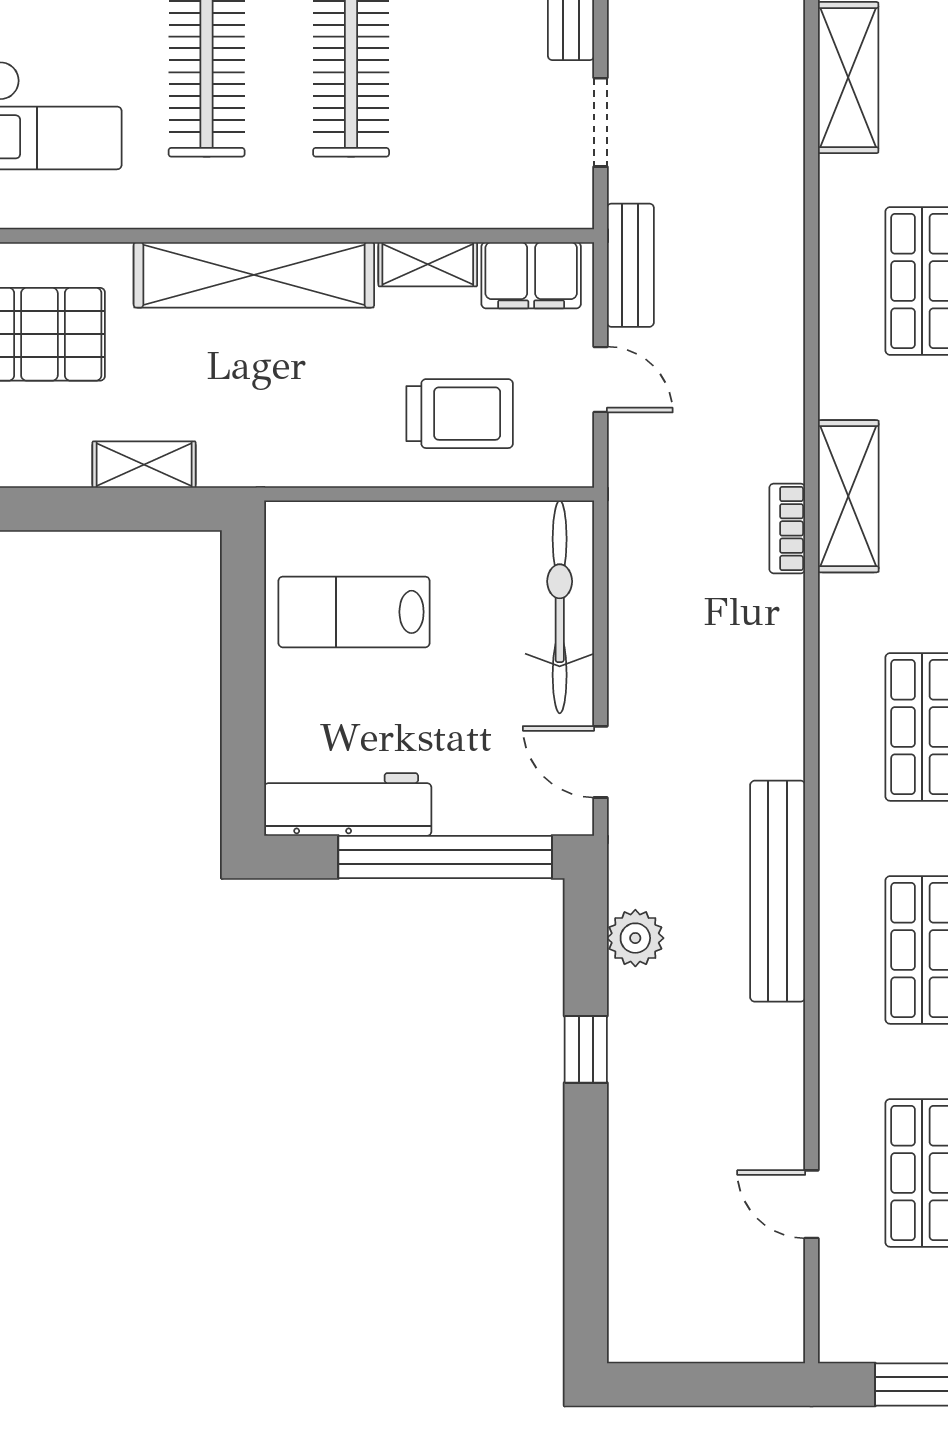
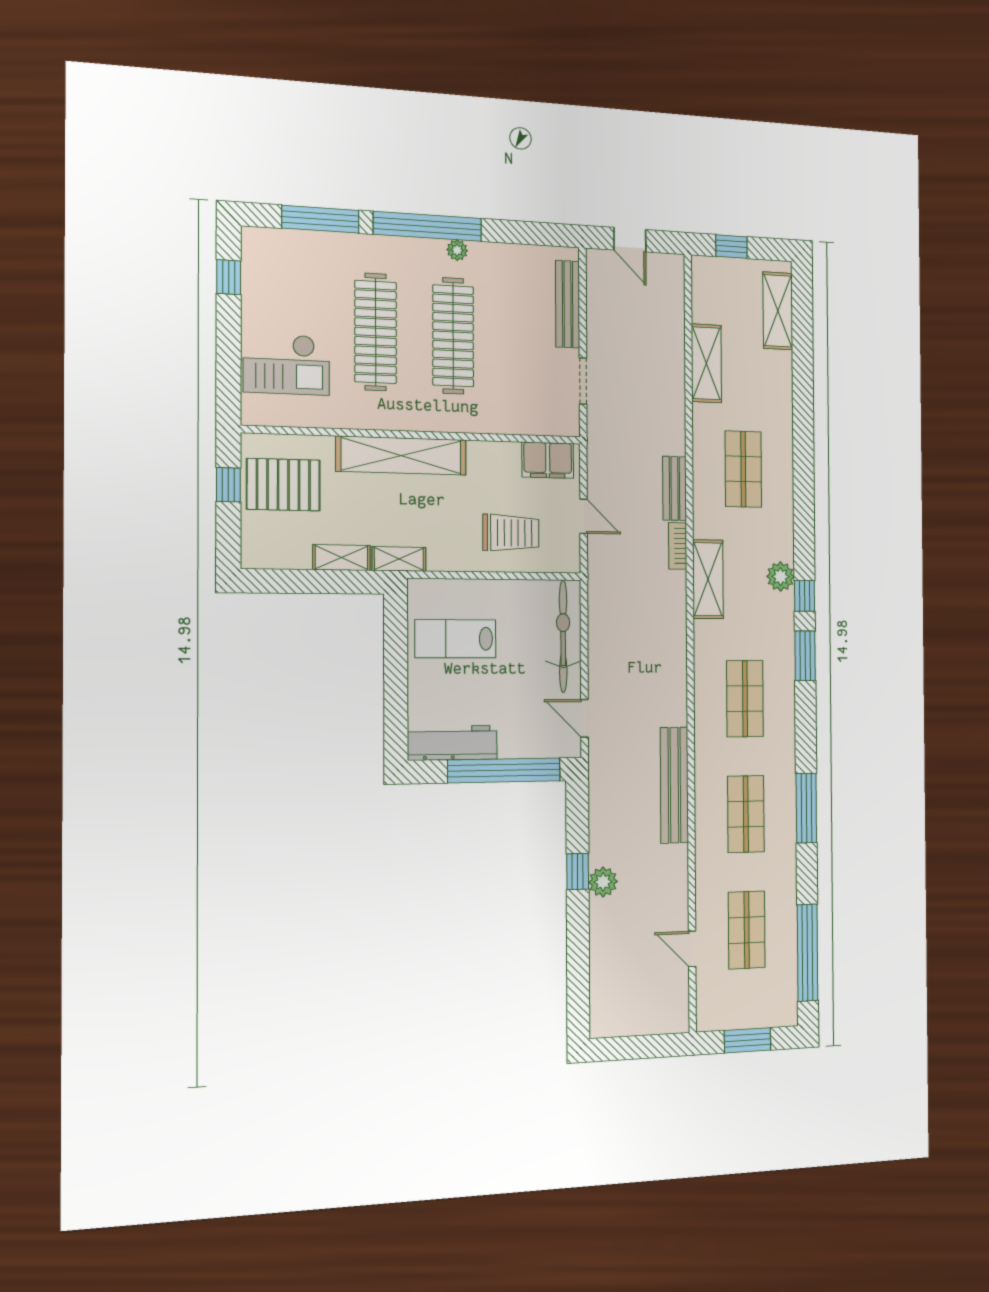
shelving: (428, 264) -> (399, 559), moved
bench: (630, 265) -> (675, 488), moved
bookcase: (787, 528) -> (678, 546), moved
plant: (635, 938) -> (603, 882), moved

